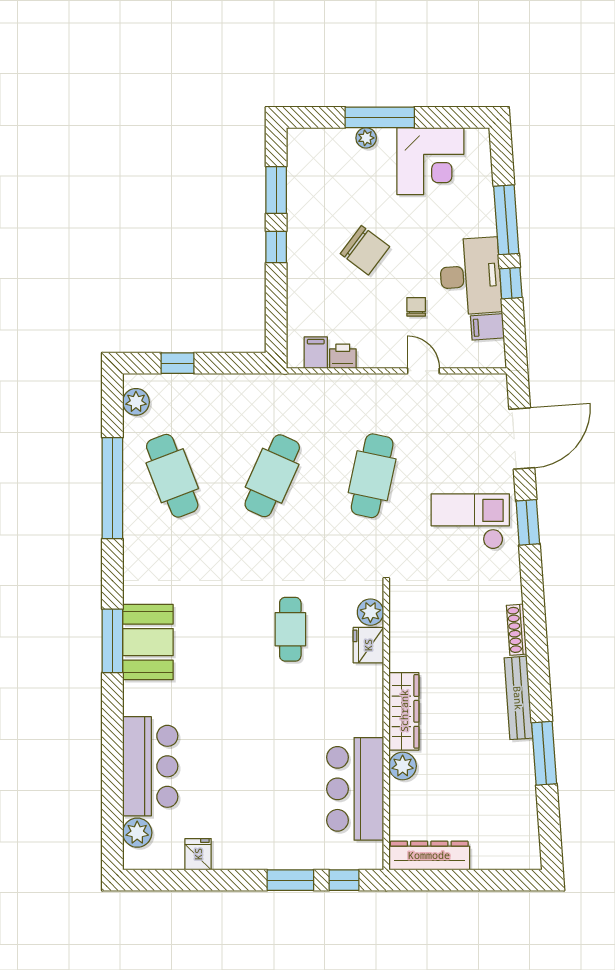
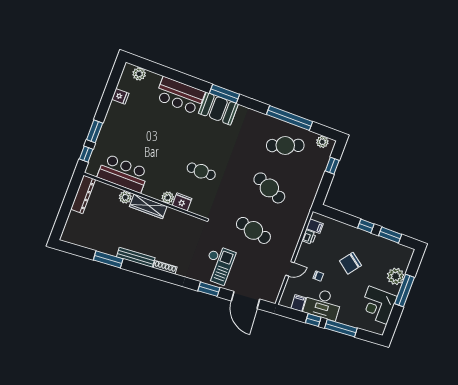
plant: (366, 138) -> (396, 276), width x1.88, depth x1.88
plant: (370, 612) -> (168, 198), moved
bar counter: (150, 766) -> (180, 95), moved

